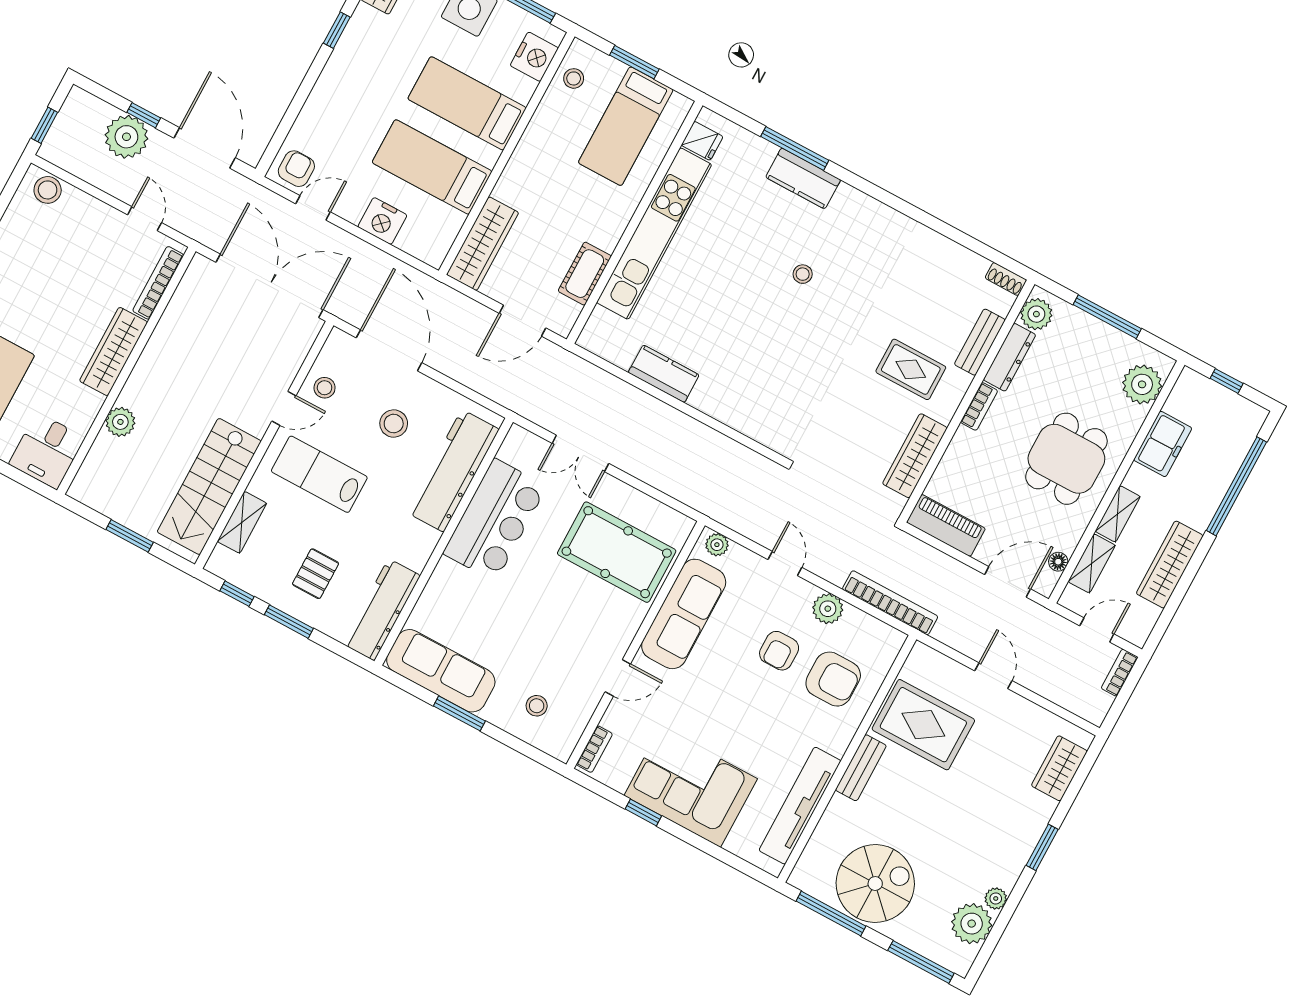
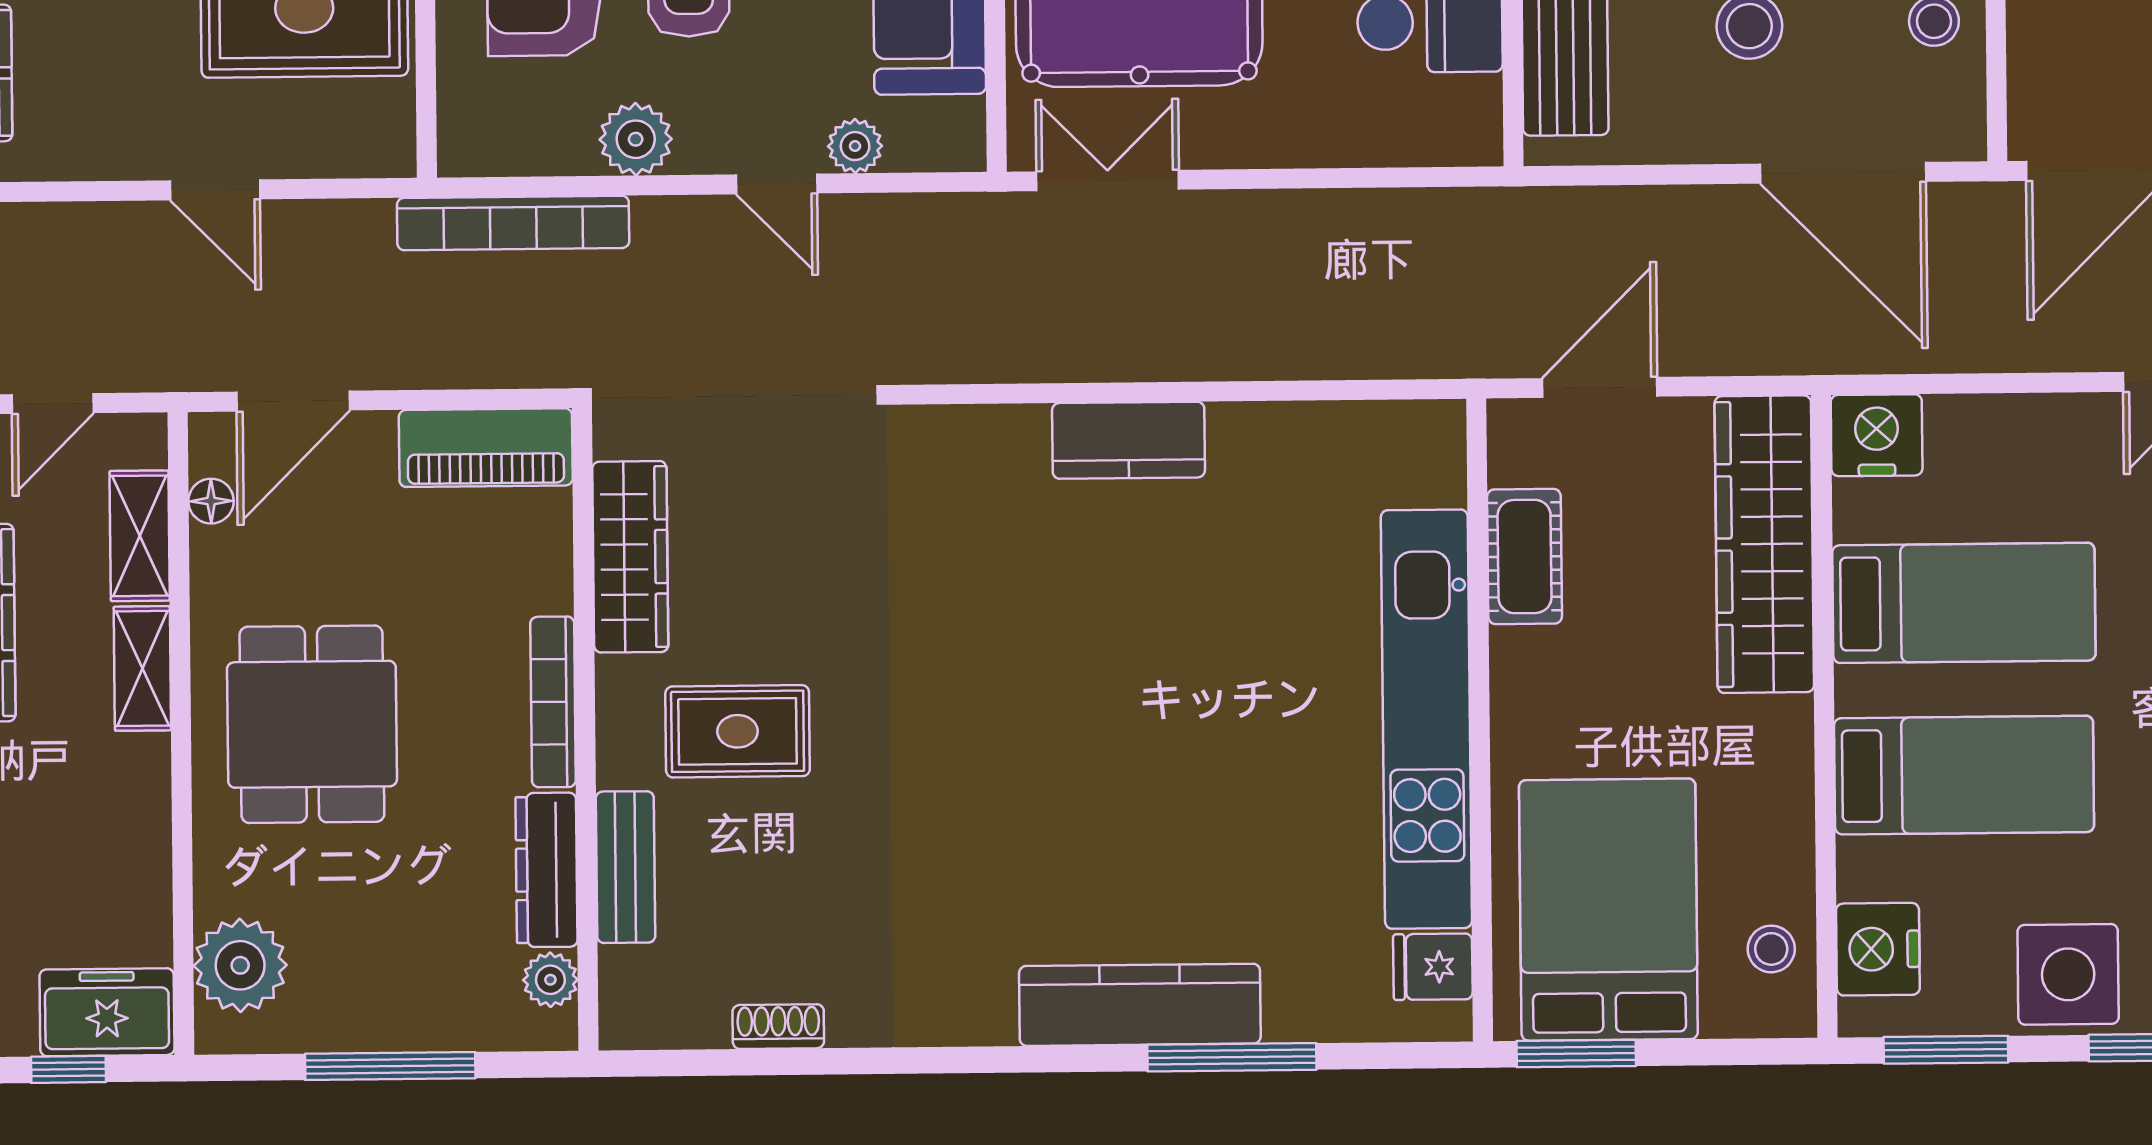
window: (634, 62) -> (1576, 1054), moved
bed: (626, 126) -> (1608, 910), width x1.50
kitchen counter: (803, 178) -> (1140, 1005), width x1.50
nightstand: (382, 221) -> (1877, 435), moved
wardrobe: (483, 244) -> (1764, 544), width x1.40, depth x1.17
stool: (803, 274) -> (1071, 805), removed
shoe rack: (1006, 279) -> (778, 1027), moved
plant: (1036, 314) -> (550, 980), width x0.73, depth x0.73
kitchen counter: (664, 374) -> (1129, 440), moved
bookcase: (979, 406) -> (553, 702), width x1.56
freezer: (1163, 444) -> (107, 1012), moved, turned 90
double door: (580, 453) -> (1108, 181), moved
plant: (717, 545) -> (855, 146), moved

